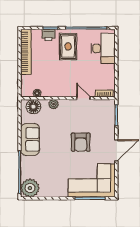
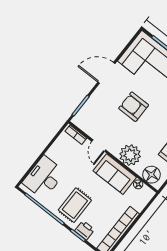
sofa: (58, 88) -> (115, 174), added
plant: (54, 104) -> (130, 155), width x1.88, depth x1.88
armchair: (81, 142) -> (134, 107), turned -90

